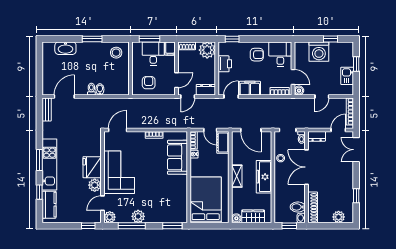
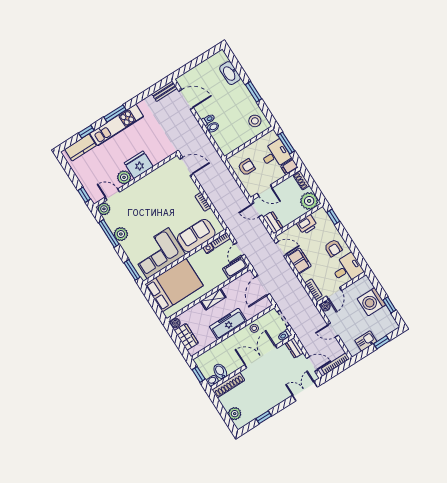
corner sofa: (119, 172) -> (158, 253), moved, turned 180

